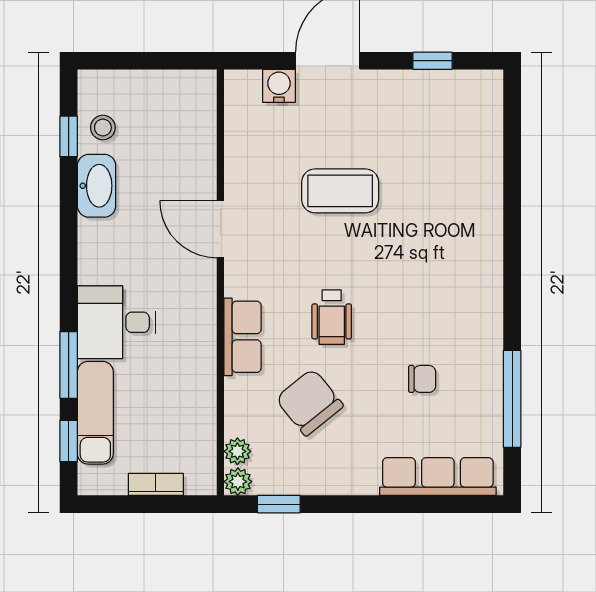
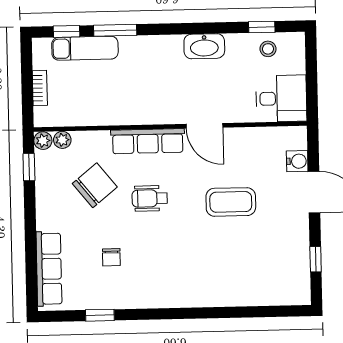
washbasin: (97, 186) -> (204, 46), moved
coffee table: (340, 191) -> (231, 202), turned 90
door: (220, 229) -> (204, 126), swing flipped
desk: (116, 322) -> (281, 99), moved, turned 90
row of seats: (242, 337) -> (148, 141), width x1.48
window: (512, 399) -> (100, 315), width x0.46

